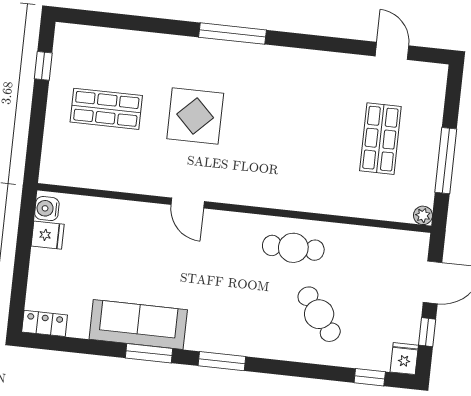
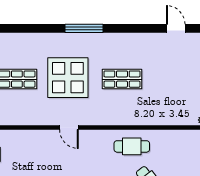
display table: (195, 116) -> (68, 78), width x1.36, depth x1.36
shop shelf: (380, 139) -> (122, 79), moved, turned 90

